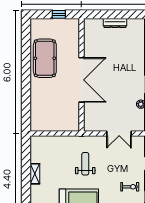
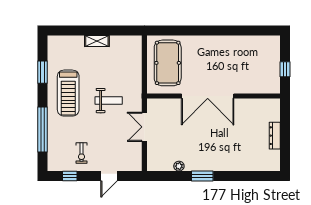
pool table: (45, 58) -> (168, 63), moved, turned 90
double door: (119, 133) -> (144, 127), moved

